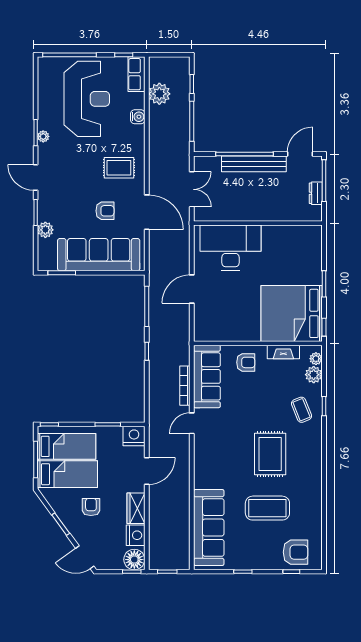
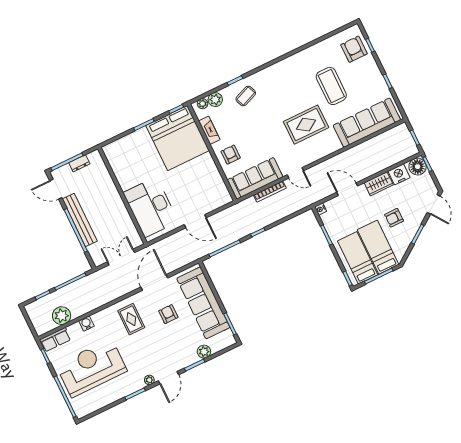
plant: (43, 136) -> (149, 380), moved
nightstand: (134, 436) -> (321, 209), width x0.53, depth x0.56
rug: (270, 454) -> (306, 125), moved

